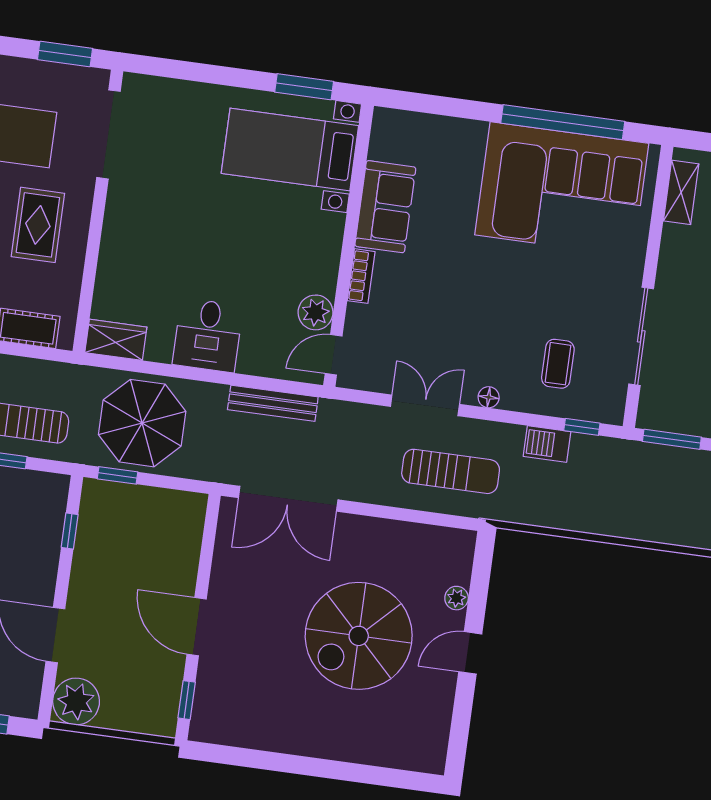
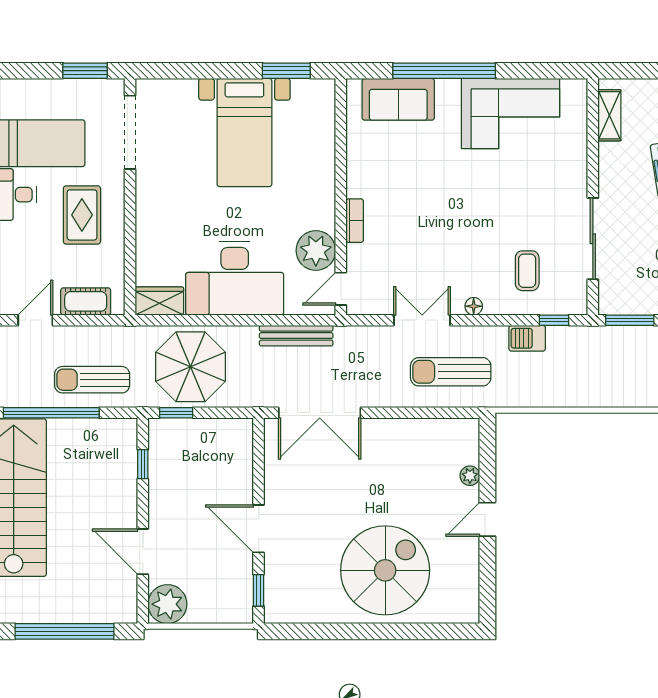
window: (563, 122) -> (444, 71), moved
bed with nightstands: (290, 150) -> (244, 133), moved, turned -90
corner sofa: (562, 189) -> (511, 113), width x0.73, depth x0.74
sofa: (385, 207) -> (398, 99), moved, turned 90
plant: (316, 312) -> (316, 250), width x1.36, depth x1.36
desk: (208, 335) -> (235, 278), width x1.87, depth x1.30
sun lounger: (451, 471) -> (451, 372), turned 180
spiral stairs: (359, 636) -> (385, 570), moved, turned 180

